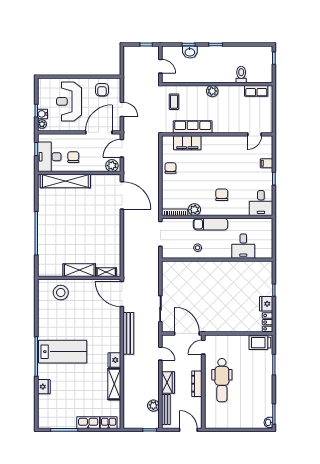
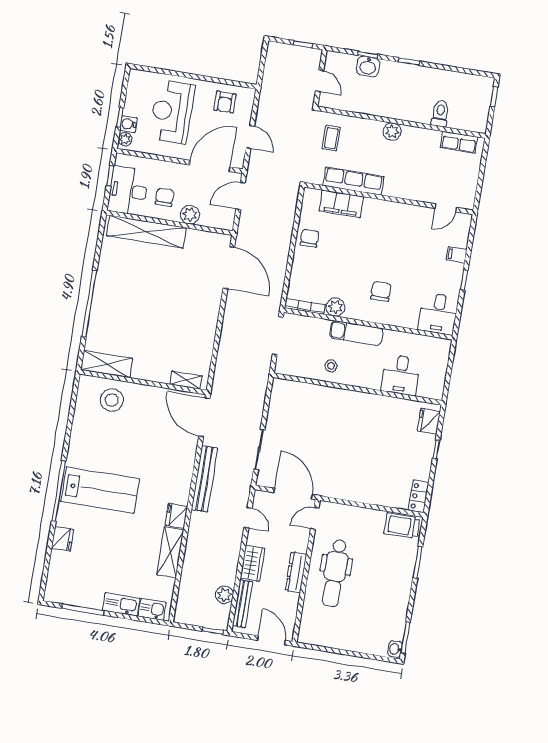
plant: (112, 166) -> (190, 215), moved
shelving: (79, 270) -> (107, 364), moved
fridge: (266, 304) -> (429, 421), moved

